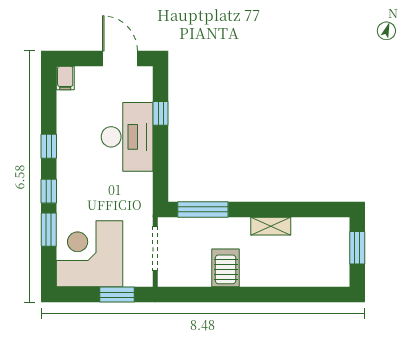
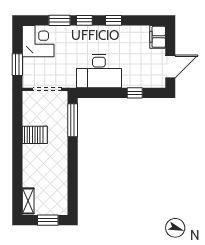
filing cabinet: (65, 78) -> (158, 37), width x2.00
desk: (127, 137) -> (99, 71), moved
shelving: (271, 226) -> (28, 201), moved
corner desk: (90, 254) -> (38, 41), width x0.74, depth x0.74

